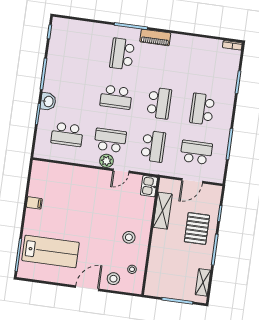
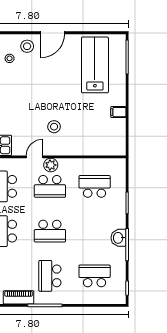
school desk: (79, 48) -> (95, 276), added
school desk: (122, 54) -> (50, 276), turned 180
school desk: (116, 97) -> (50, 231), turned 180
washbasin: (48, 101) -> (118, 238), moved
stool: (129, 237) -> (54, 127), moved
lab bench: (50, 251) -> (95, 65), turned 90

